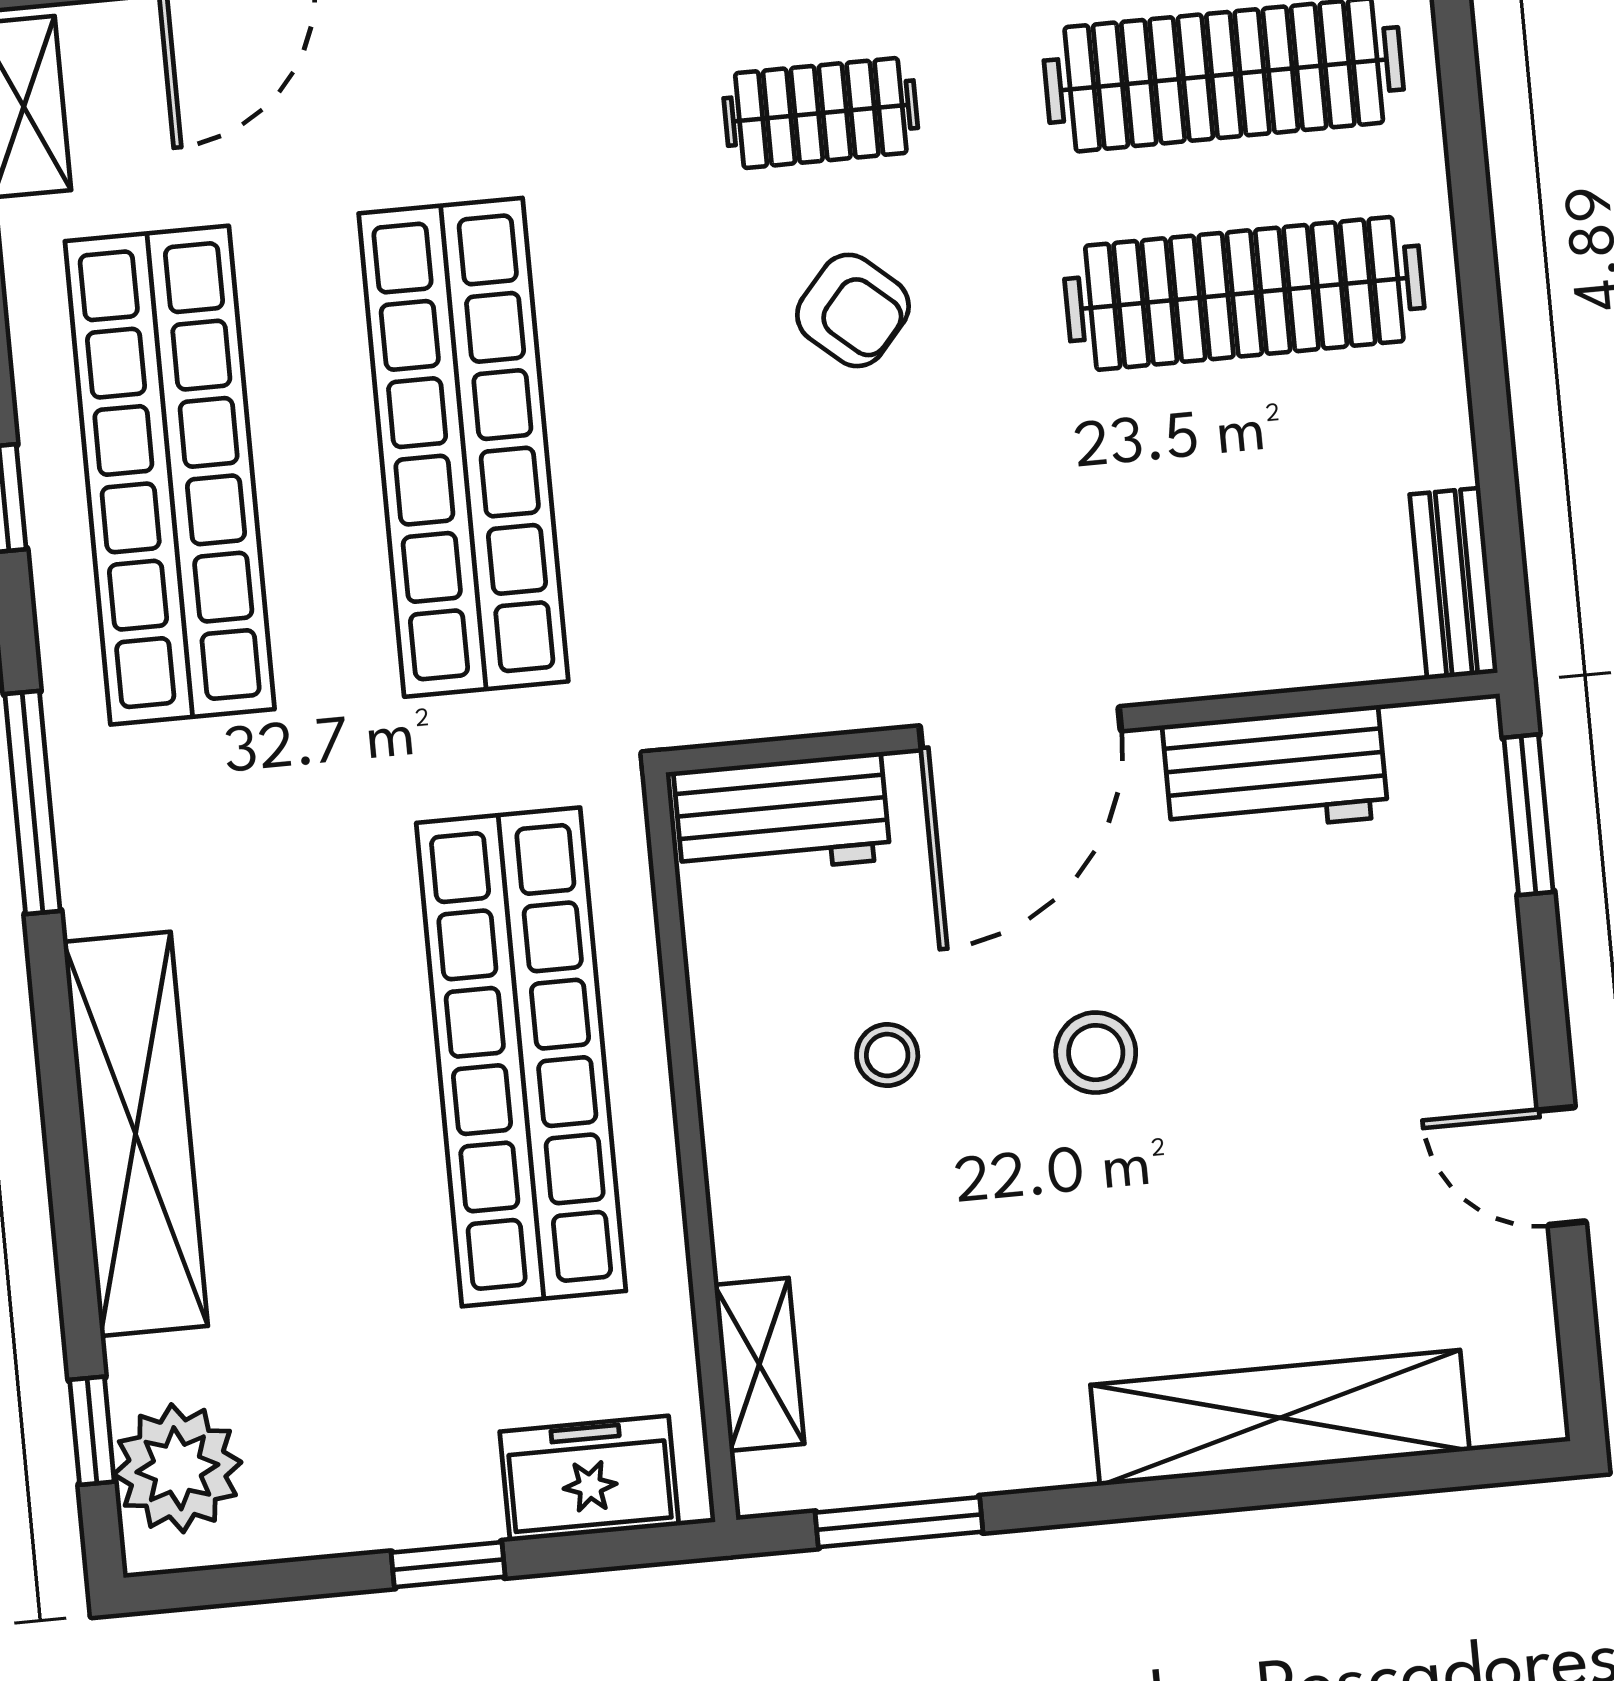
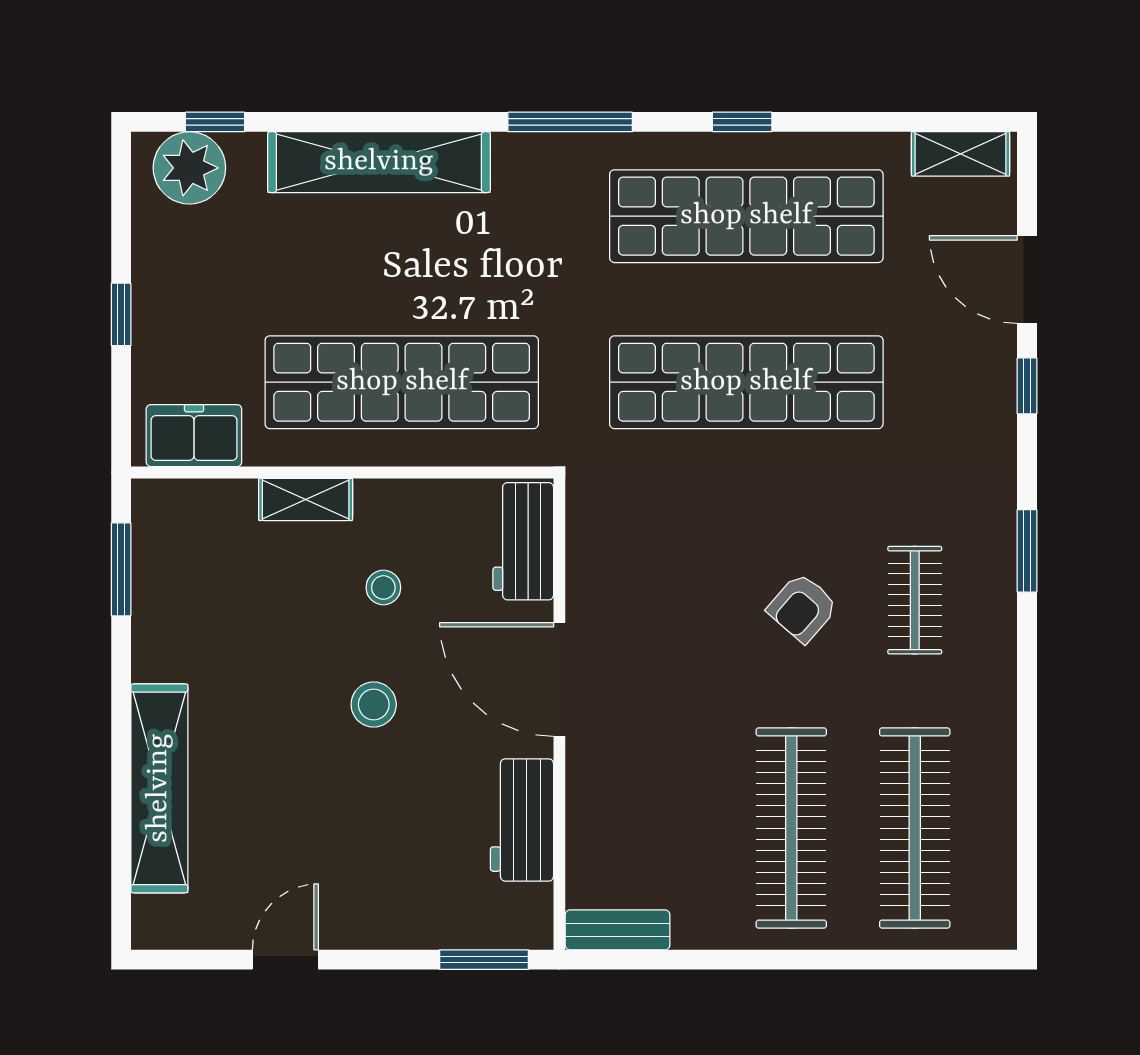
shelving: (759, 1364) -> (306, 499), moved
freezer: (589, 1479) -> (194, 436), moved, turned -90

